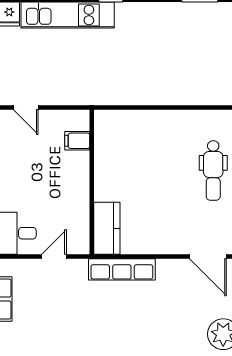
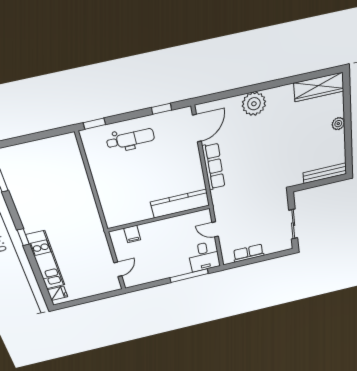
kitchen counter: (107, 228) -> (180, 204), width x1.50
row of seats: (122, 269) -> (213, 167), moved

